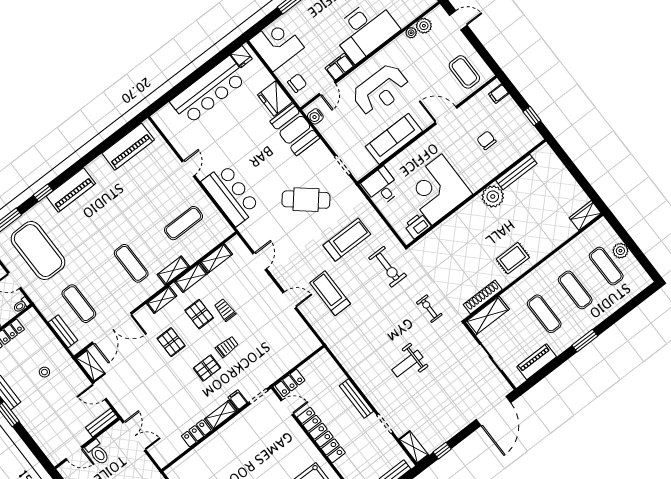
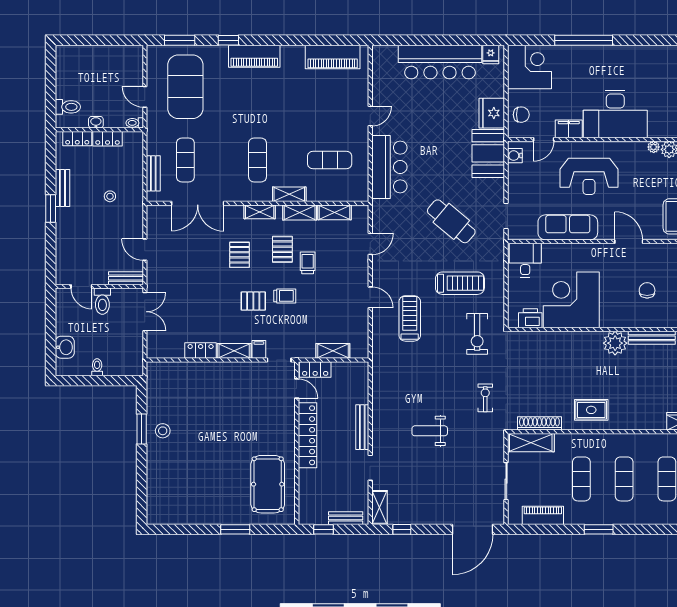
shelving: (91, 366) -> (333, 351), moved, turned 90

